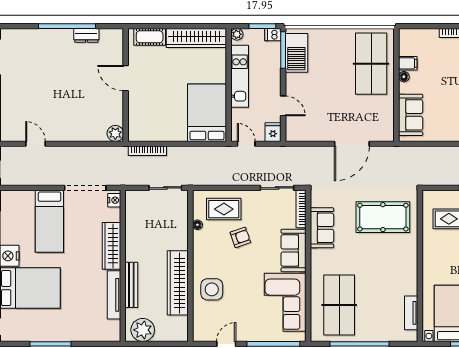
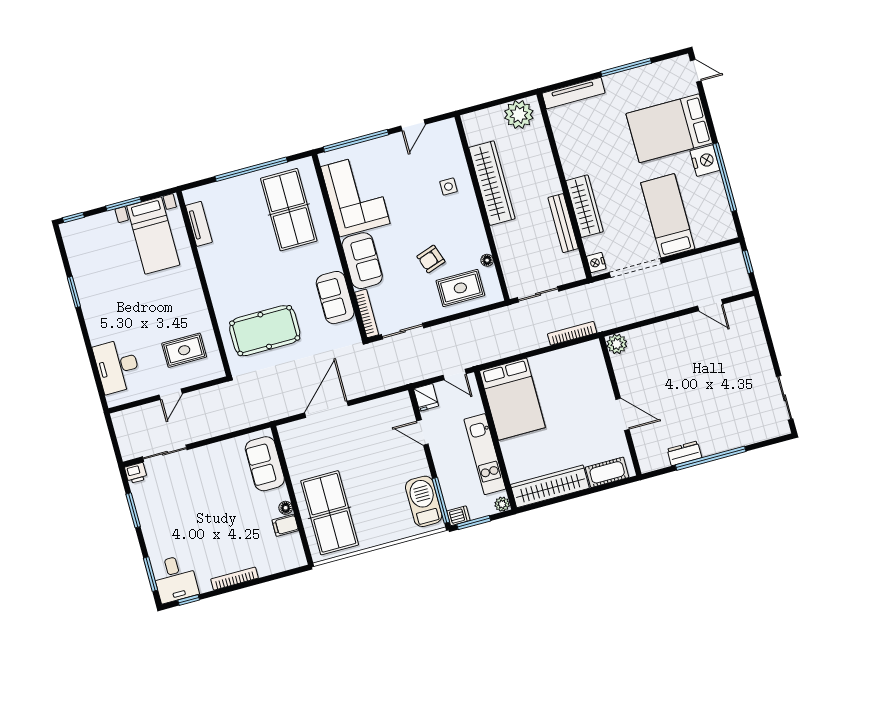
bench: (131, 285) -> (563, 223), moved
side table: (212, 289) -> (448, 187), width x0.54, depth x0.54
tv unit: (114, 295) -> (574, 93), moved, turned 90

